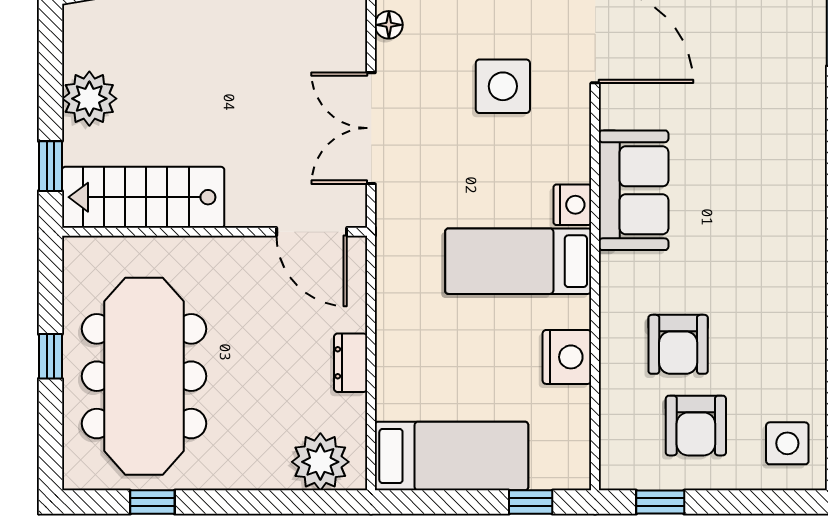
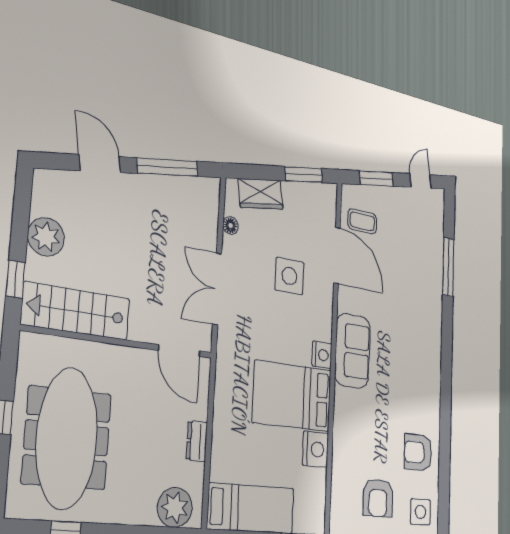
bed: (518, 261) -> (292, 396), width x1.50
armchair: (678, 344) -> (418, 452), moved, turned 90

